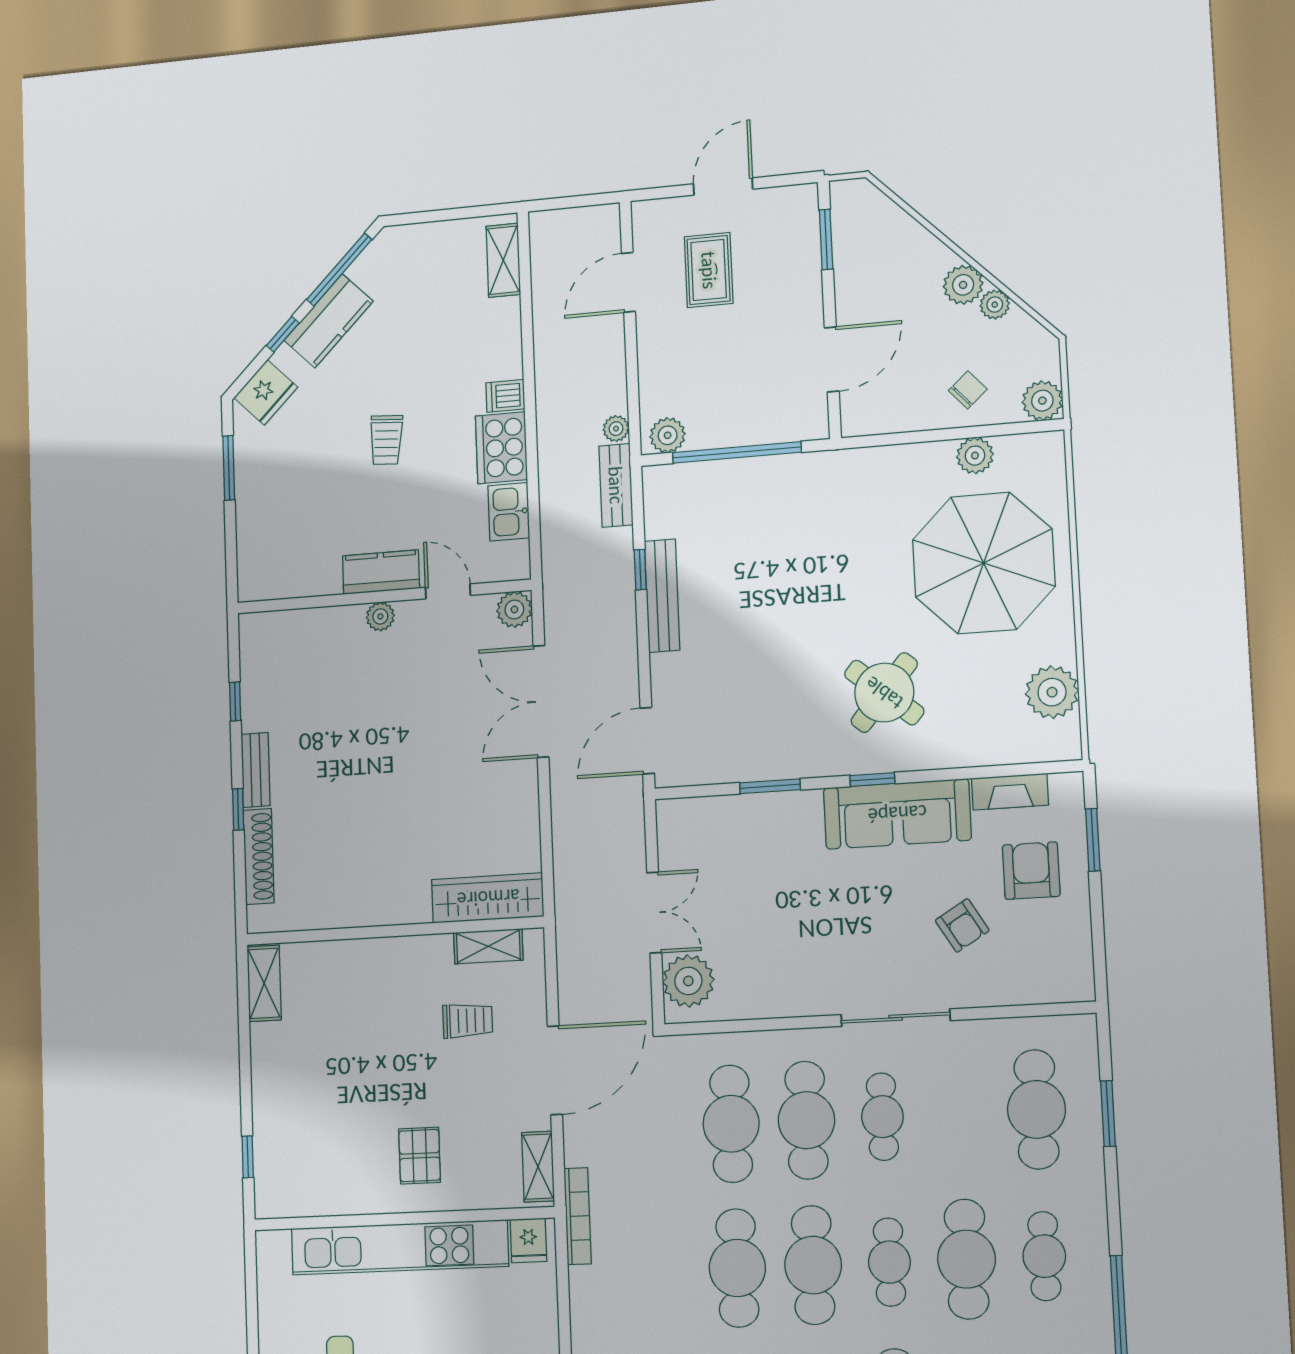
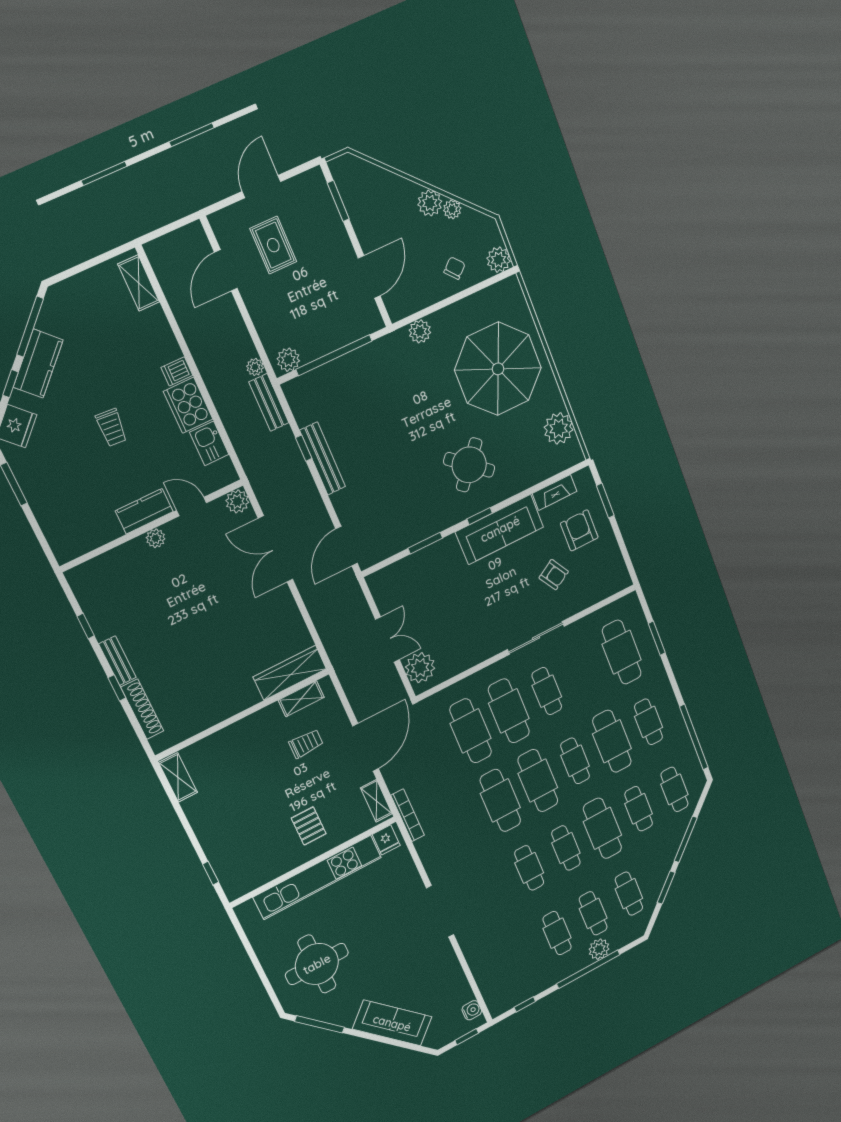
plant: (975, 456) -> (420, 331), moved

